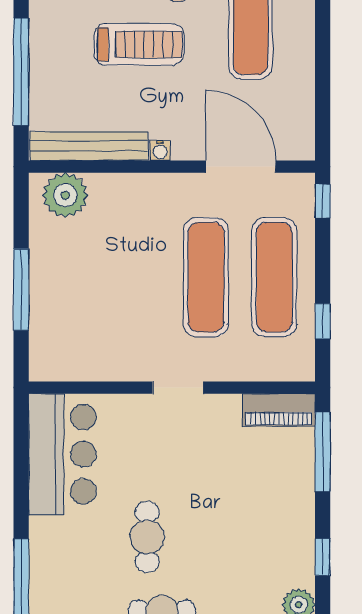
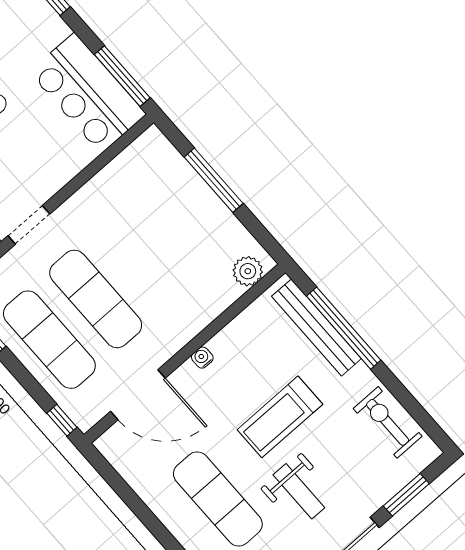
bench: (89, 146) -> (316, 327), moved, turned 90
plant: (65, 195) -> (248, 271), width x0.73, depth x0.73
doorway: (178, 388) -> (29, 225), moved
window: (21, 443) -> (122, 76), added

